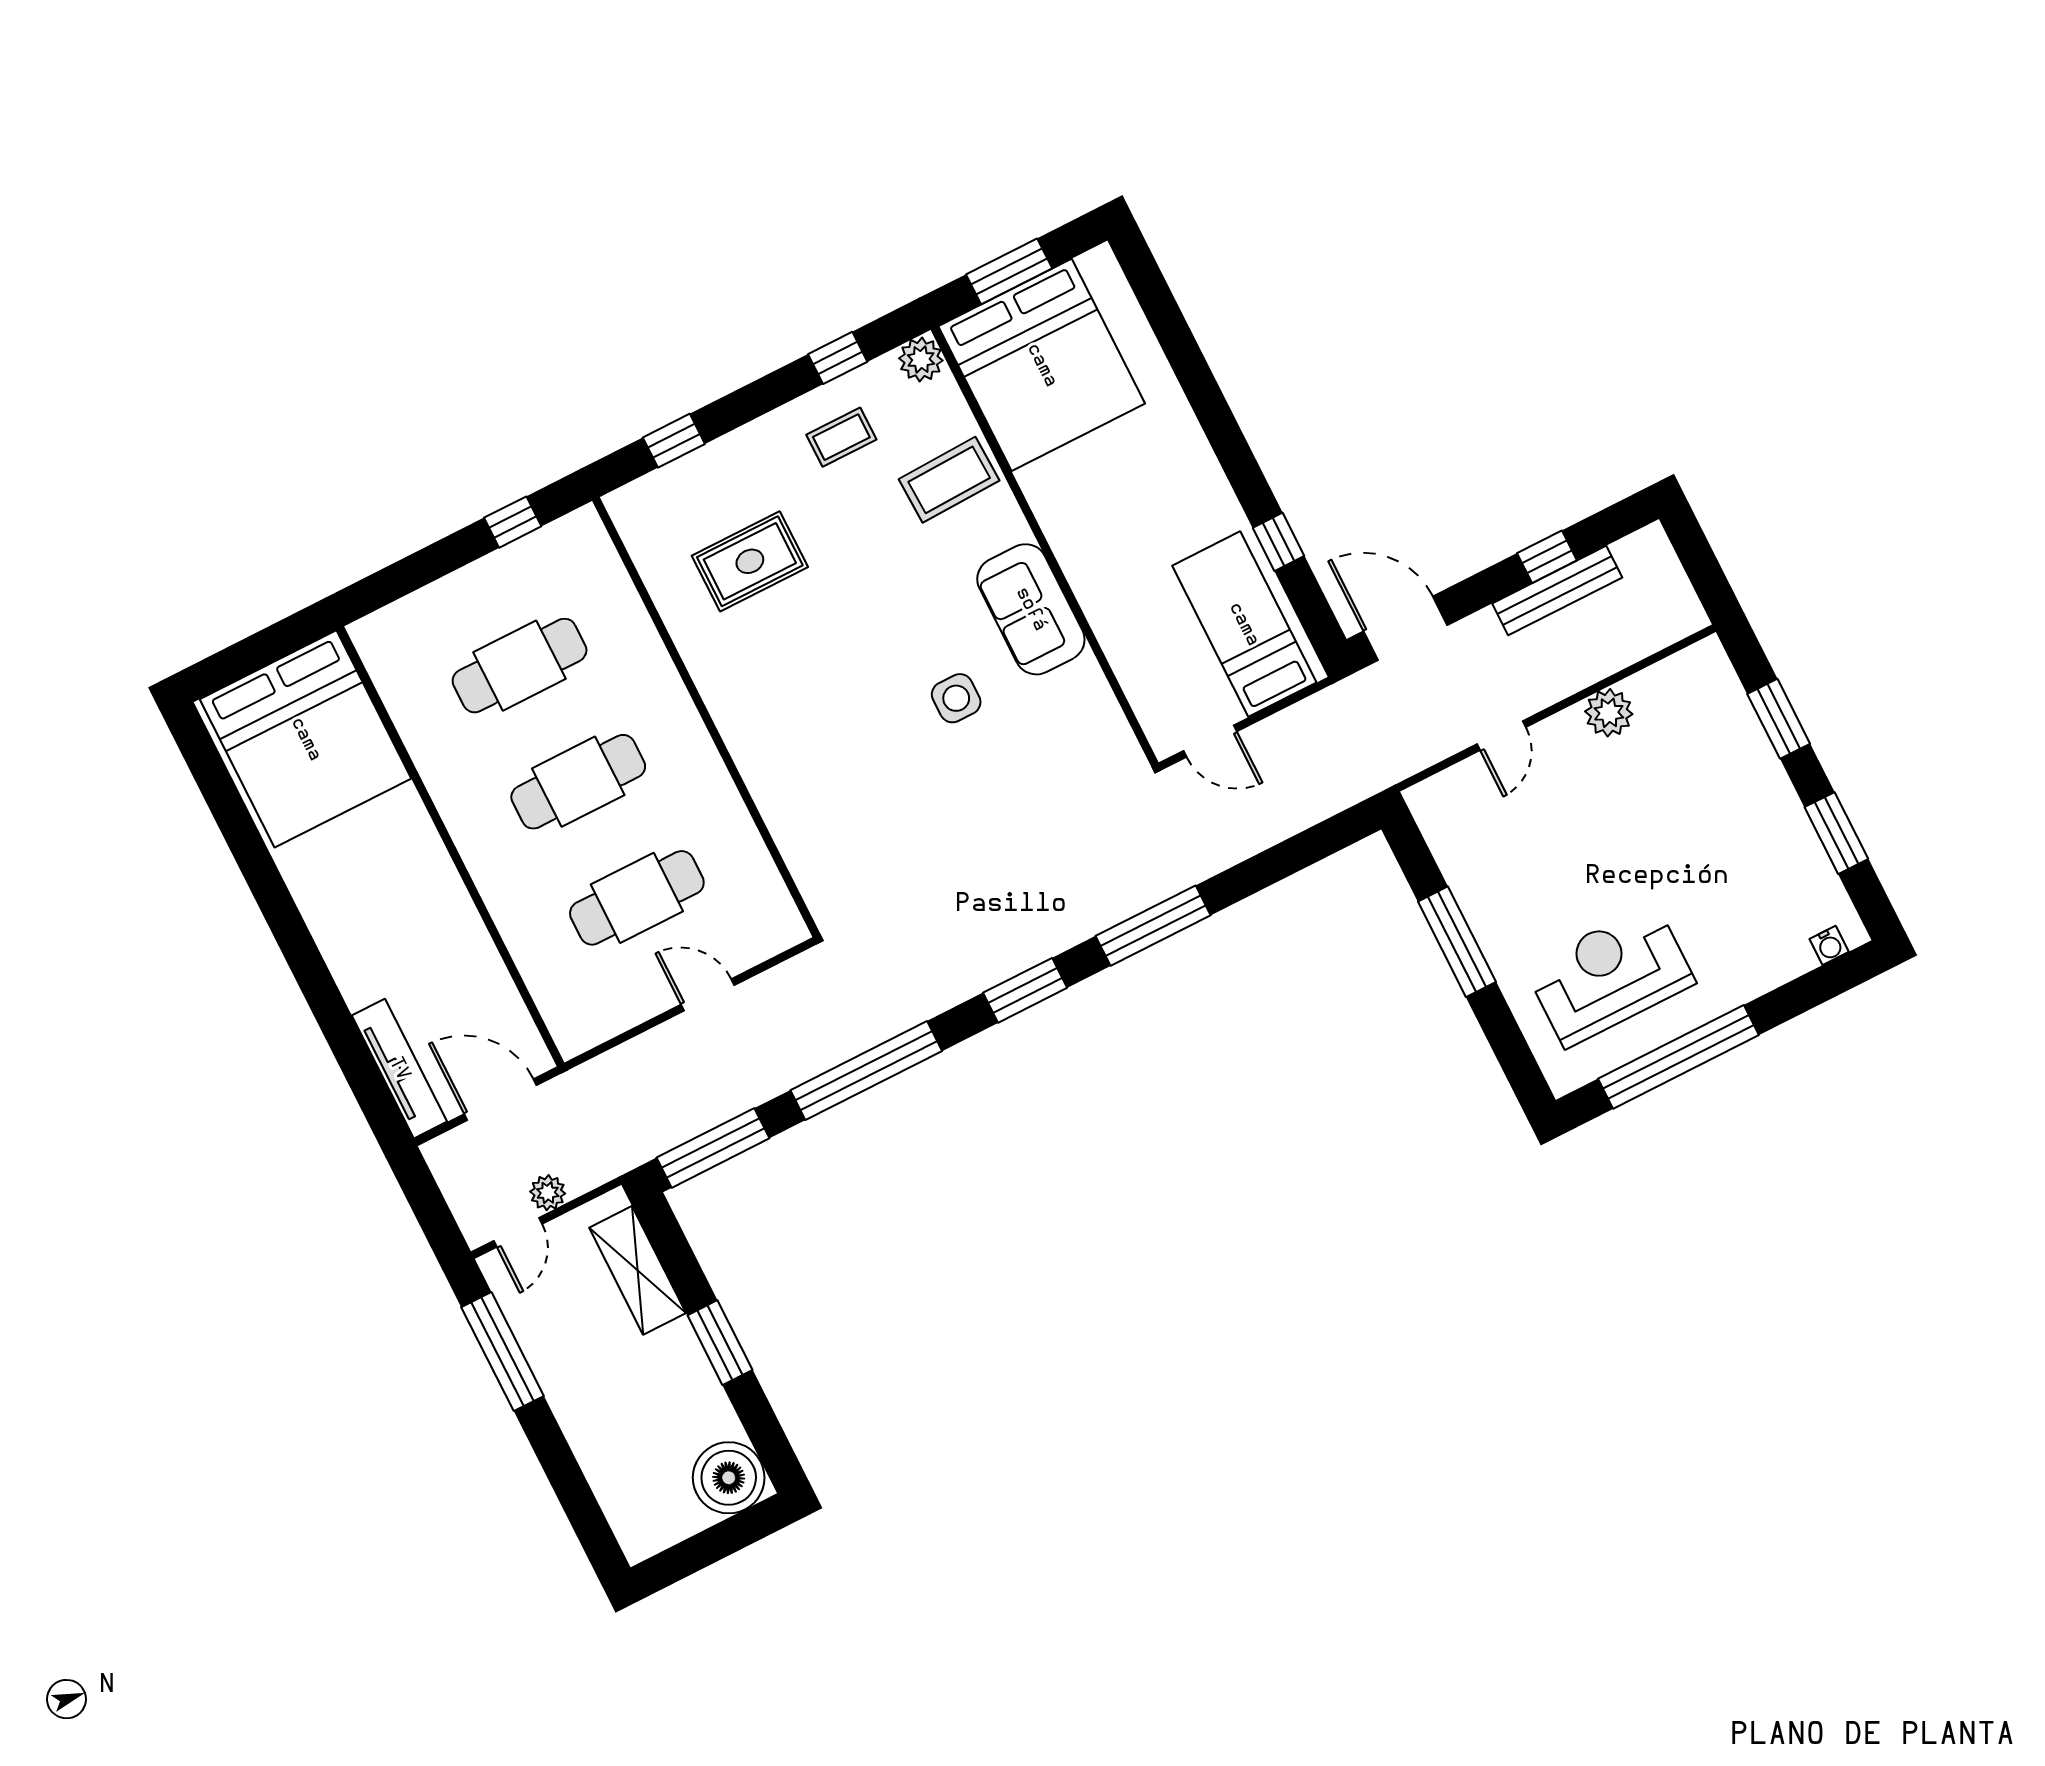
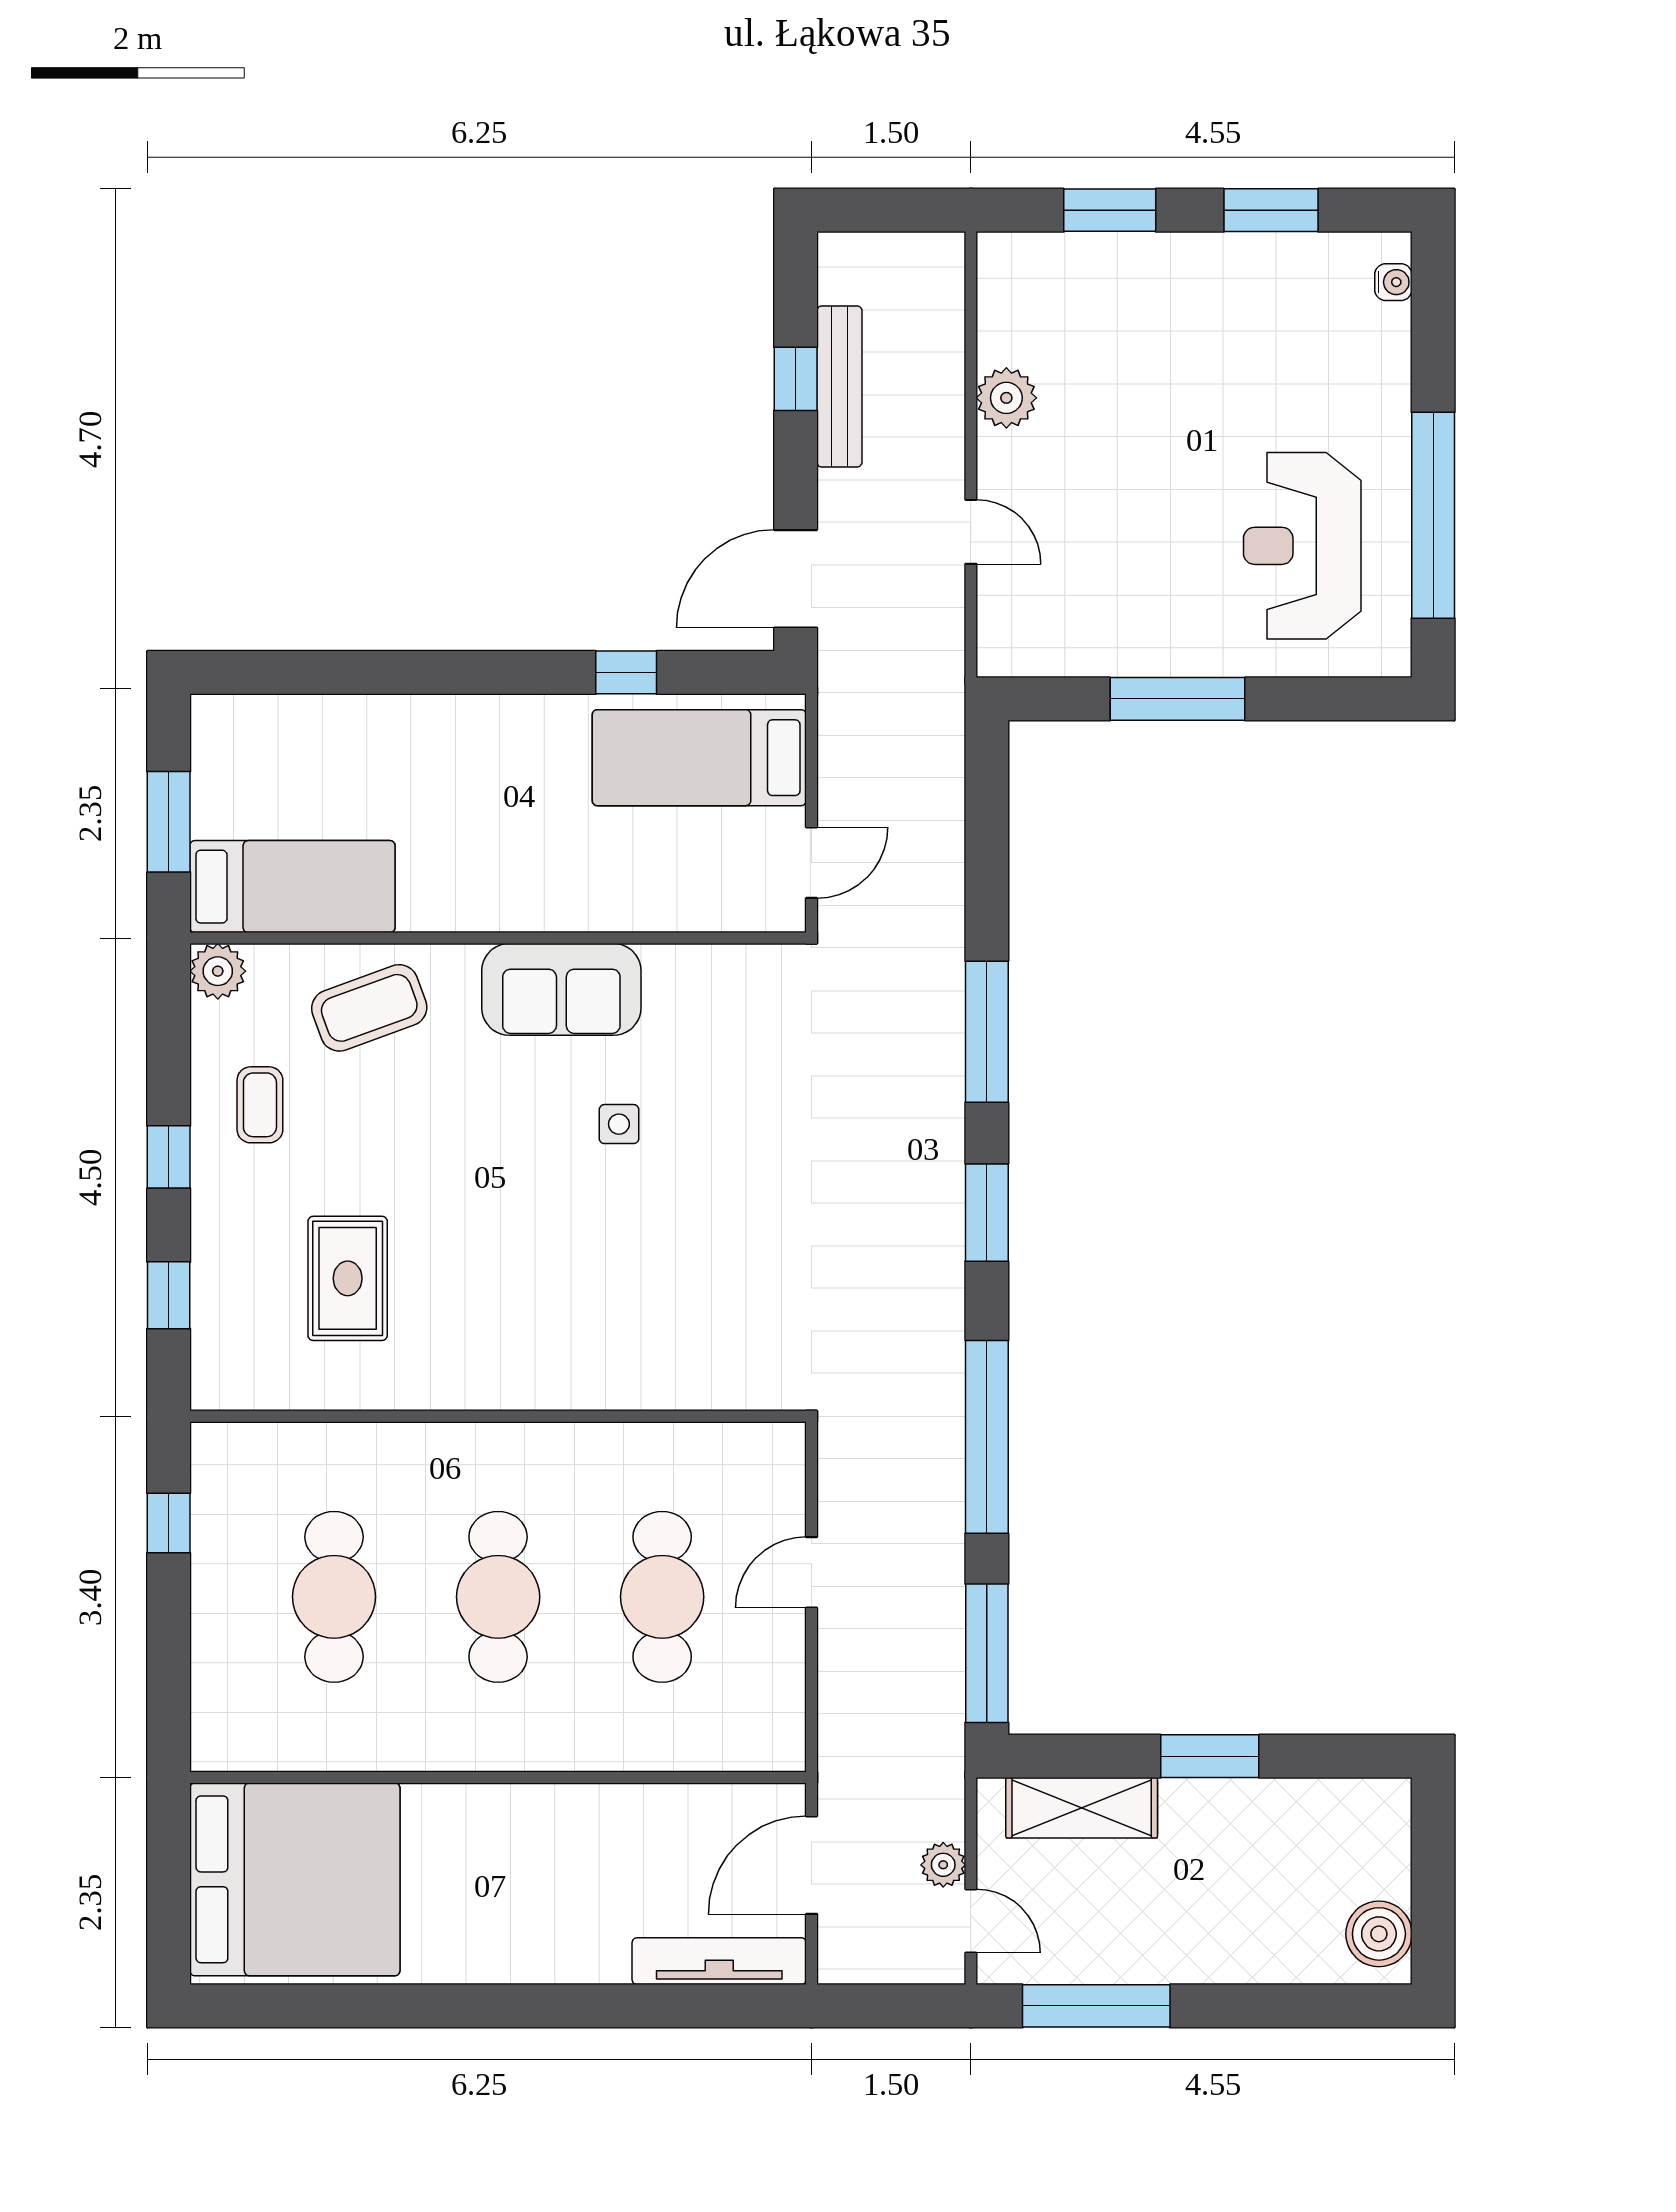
window: (838, 358) -> (169, 1157), moved
bed: (1042, 365) -> (292, 887), width x0.49
coffee table: (949, 480) -> (369, 1008), turned 72
side table: (956, 698) -> (619, 1124), width x0.73, depth x0.73
boiler: (729, 1478) -> (1379, 1934), moved, width x0.73, depth x0.73

